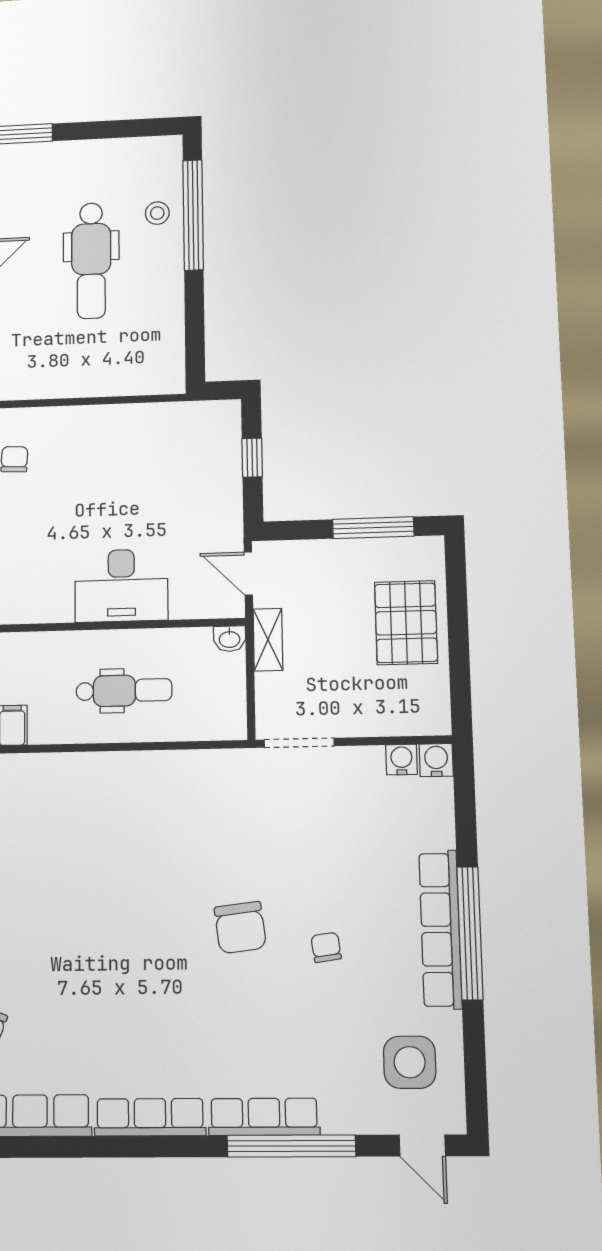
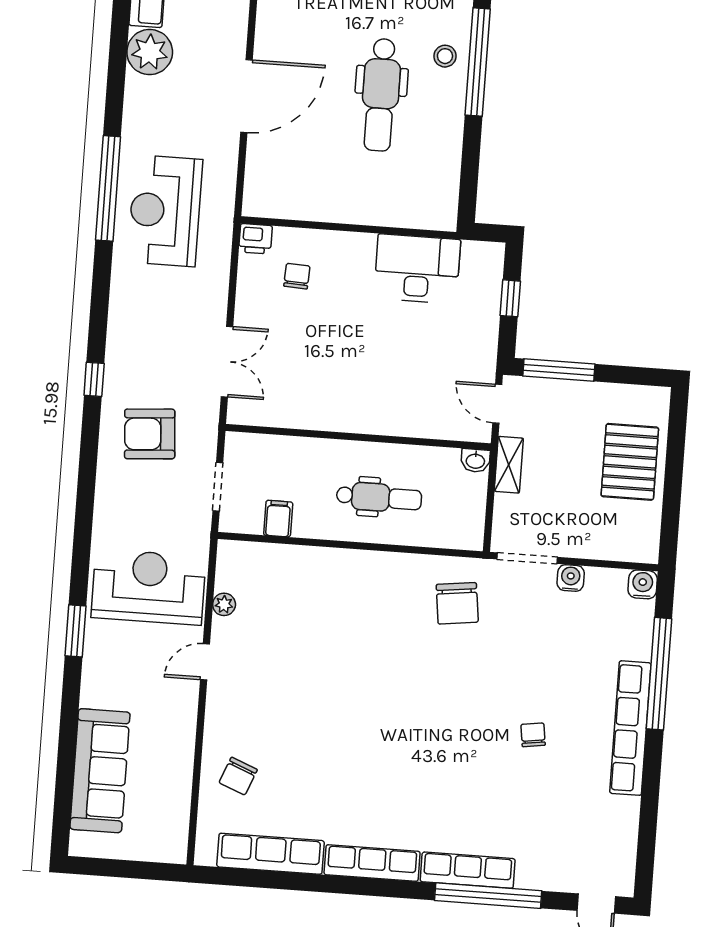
window: (373, 528) -> (559, 370), moved
desk: (121, 586) -> (417, 269), moved, turned 180
water cooler: (401, 760) -> (571, 578), moved
chair: (240, 927) -> (457, 603), moved
window: (470, 933) -> (659, 674), moved
side table: (410, 1062) -> (593, 835), removed

